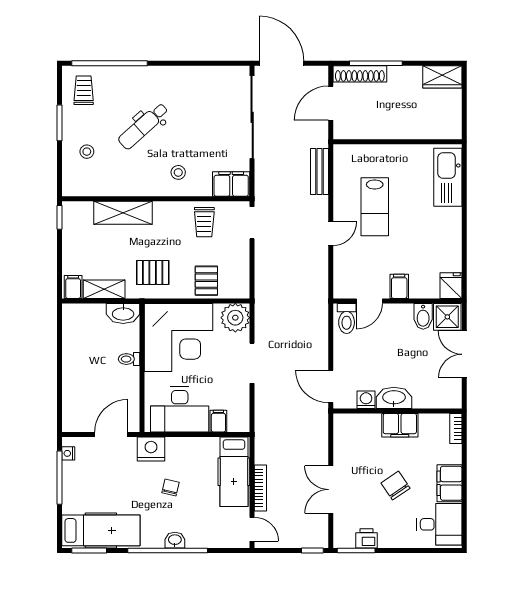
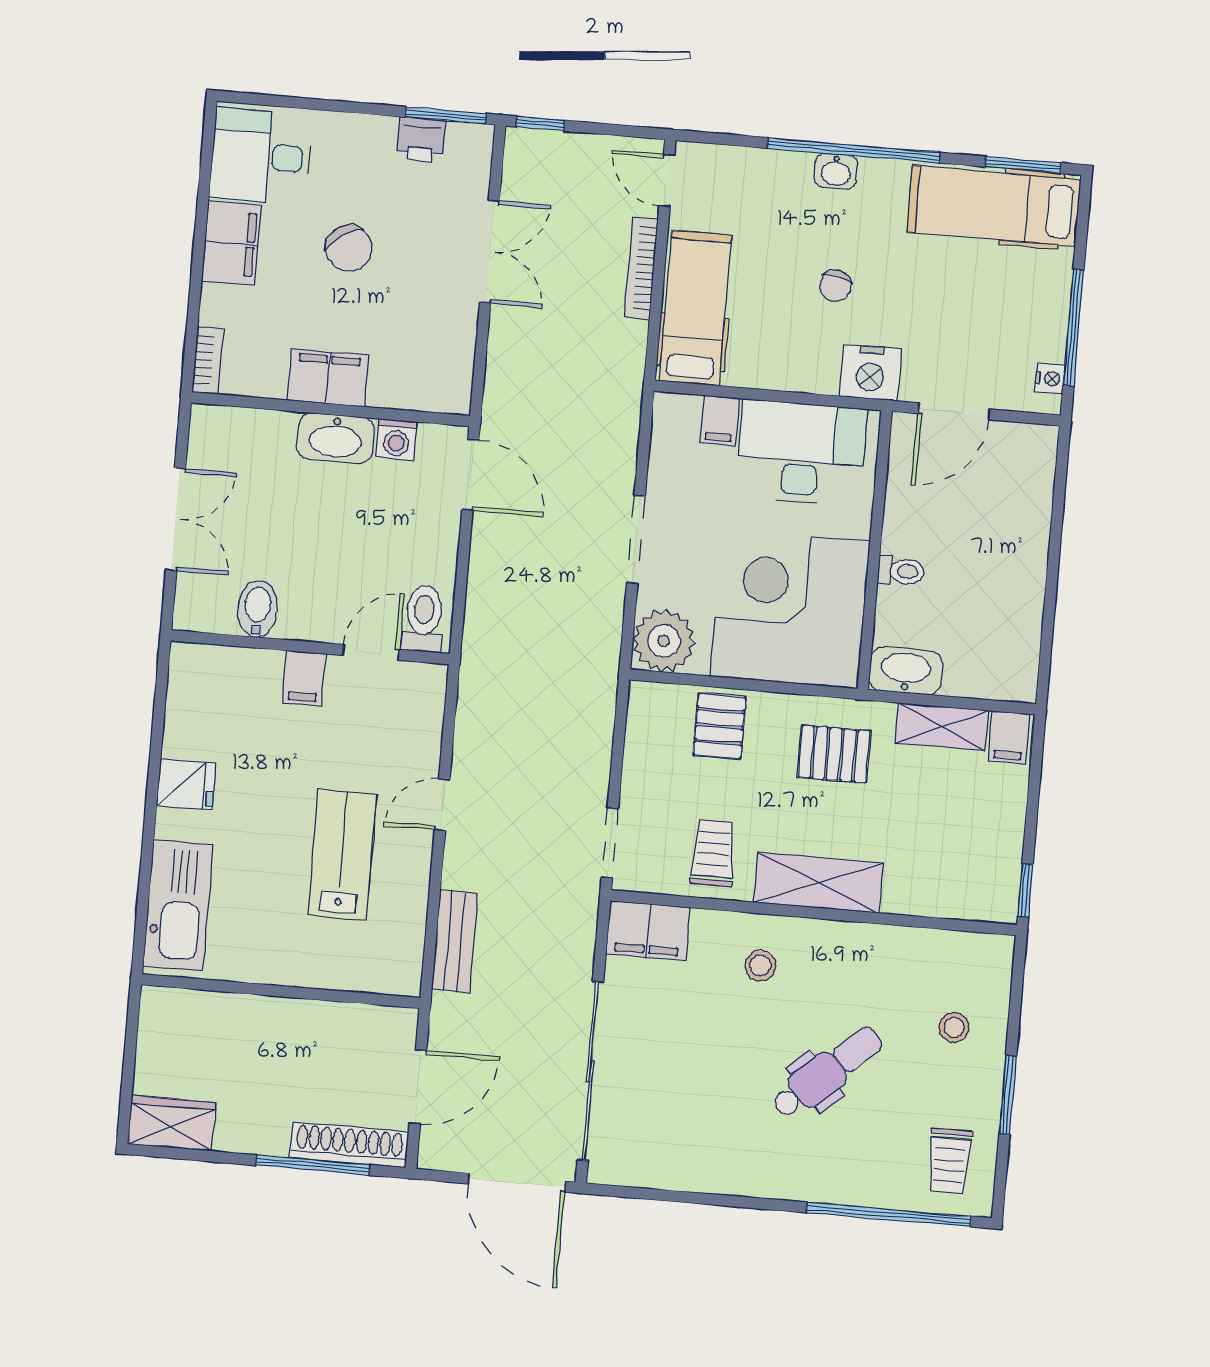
shelving: (123, 213) -> (818, 883), moved
fridge: (451, 286) -> (186, 784), moved, turned -90
shower: (447, 317) -> (205, 603), removed

